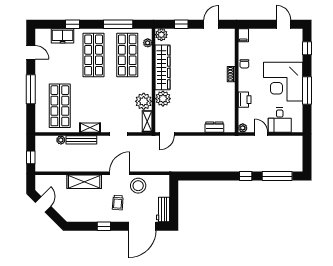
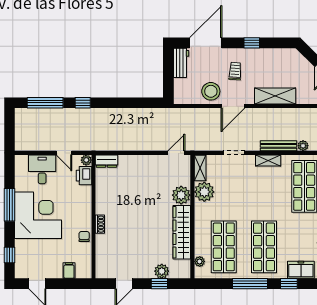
window: (118, 24) -> (250, 284), moved
plant: (161, 35) -> (162, 271), moved
filing cabinet: (243, 35) -> (69, 271), moved
printer: (245, 100) -> (84, 176), moved
dresser: (214, 127) -> (106, 161), moved

